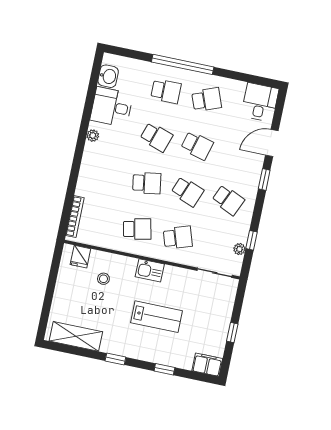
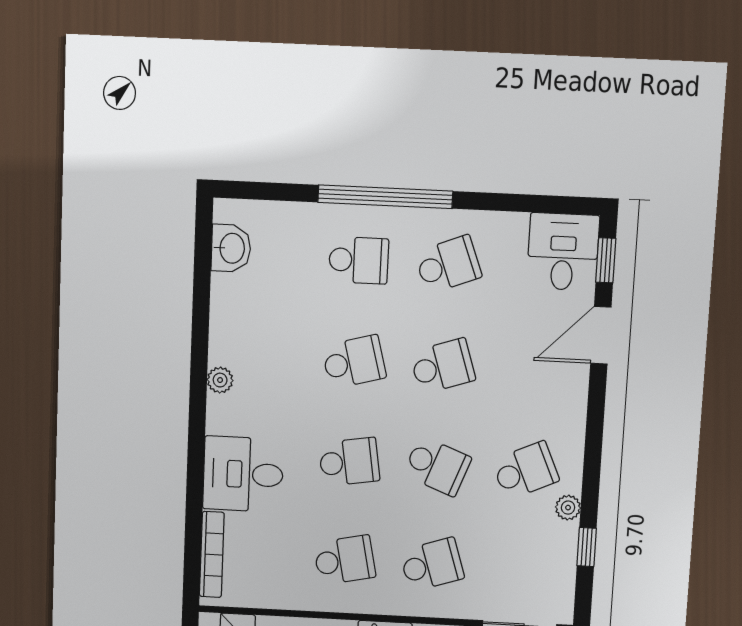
desk: (112, 107) -> (243, 474), moved
school desk: (156, 137) -> (354, 362), turned -33
school desk: (197, 146) -> (443, 366), turned -33
window: (264, 180) -> (606, 260), moved
school desk: (228, 200) -> (525, 471), turned -48
plant: (239, 249) -> (568, 508), moved

